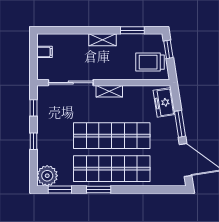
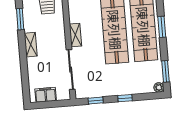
filing cabinet: (45, 52) -> (46, 95), width x2.00
plant: (47, 176) -> (159, 87), width x0.53, depth x0.53
window: (99, 189) -> (162, 27), moved

